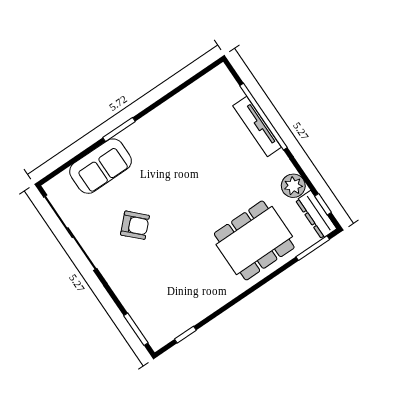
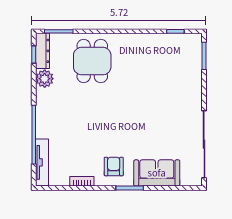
bookcase: (176, 101) -> (82, 181), added
tv unit: (257, 126) -> (42, 162), moved
armchair: (135, 225) -> (114, 166), moved, turned 45
dining table: (254, 240) -> (92, 61), width x0.73

